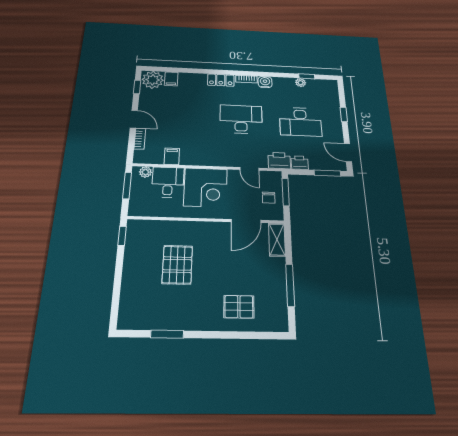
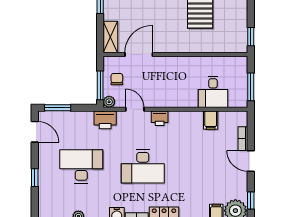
printer: (300, 163) -> (160, 118), moved
plant: (145, 172) -> (109, 102), moved
corner desk: (206, 187) -> (177, 88), removed

